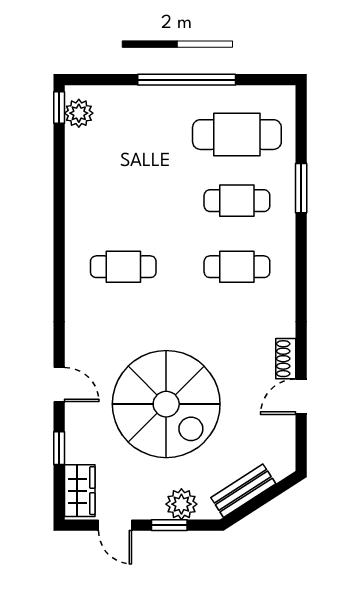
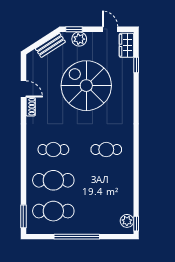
window: (301, 188) -> (23, 216), moved
cafe table: (237, 201) -> (53, 180), width x1.37, depth x1.35
door: (59, 385) -> (136, 95), removed
door: (301, 397) -> (23, 89), hinge flipped
window: (169, 525) -> (74, 29), moved

